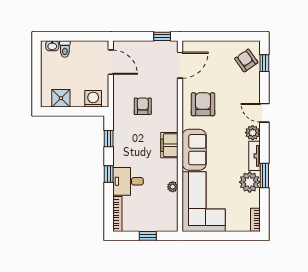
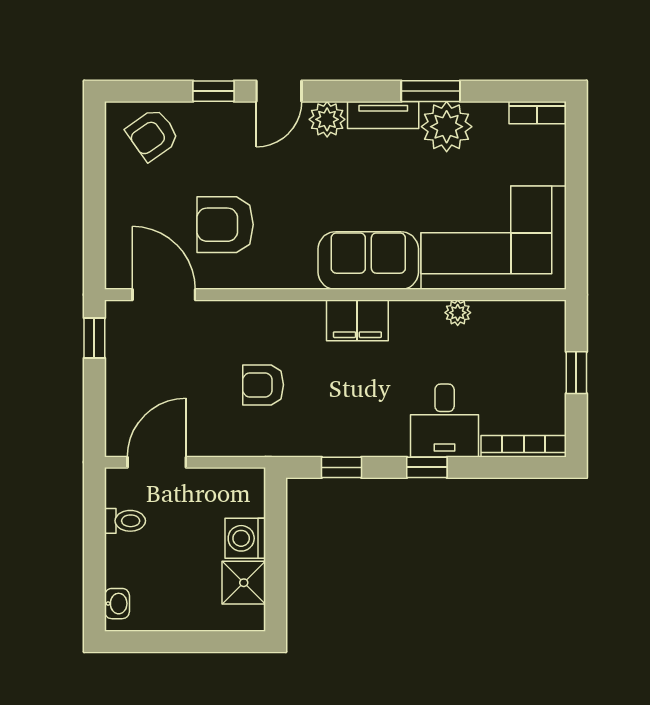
toilet: (65, 49) -> (125, 521), moved
window: (264, 63) -> (213, 91), moved
washing machine: (93, 99) -> (245, 538), moved
armchair: (203, 104) -> (225, 225), moved

